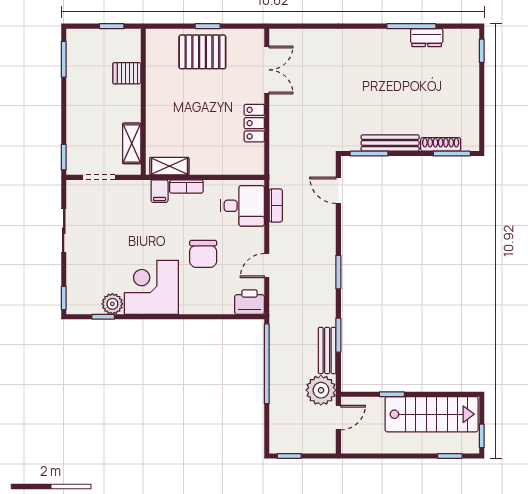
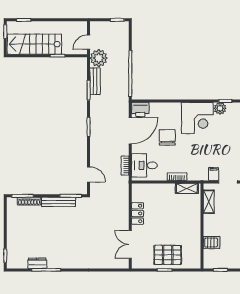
filing cabinet: (160, 191) -> (214, 174), moved
door: (267, 266) -> (130, 131), width x1.87

